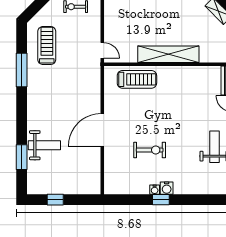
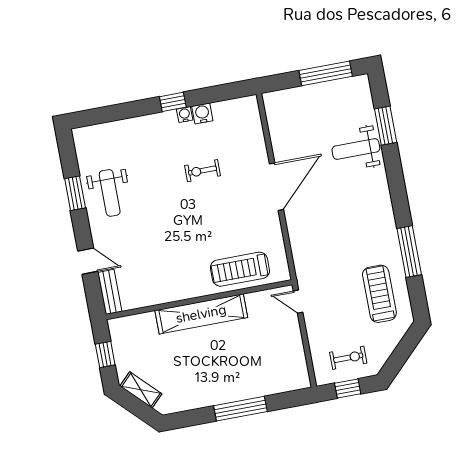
treadmill: (47, 46) -> (379, 294), turned 180
exercise bike: (150, 150) -> (202, 171), width x0.73, depth x0.72
water cooler: (167, 188) -> (202, 113), moved
window: (55, 200) -> (326, 73), width x2.17

